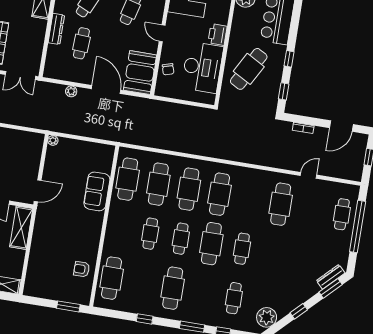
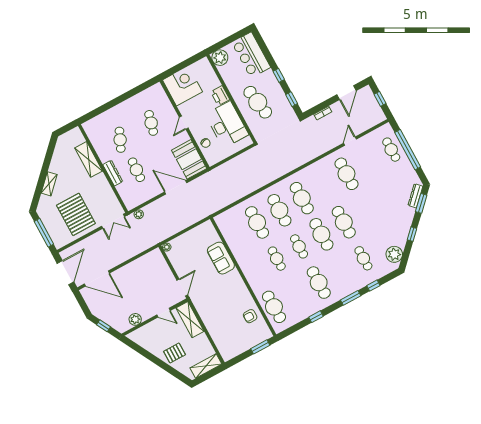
door: (162, 33) -> (184, 123), hinge flipped
cafe table: (249, 69) -> (258, 102), turned -38
plant: (71, 91) -> (139, 214), moved
cafe table: (128, 179) -> (235, 235), removed
cafe table: (242, 249) -> (344, 222), width x1.37, depth x1.35

